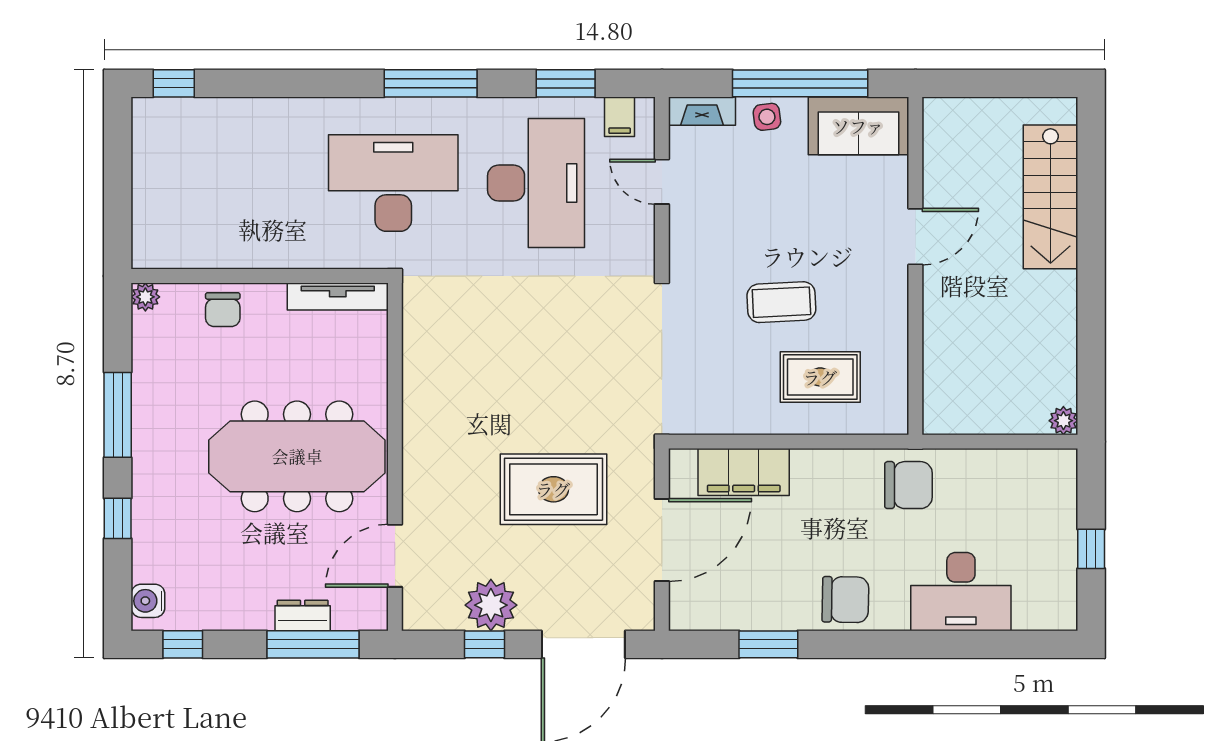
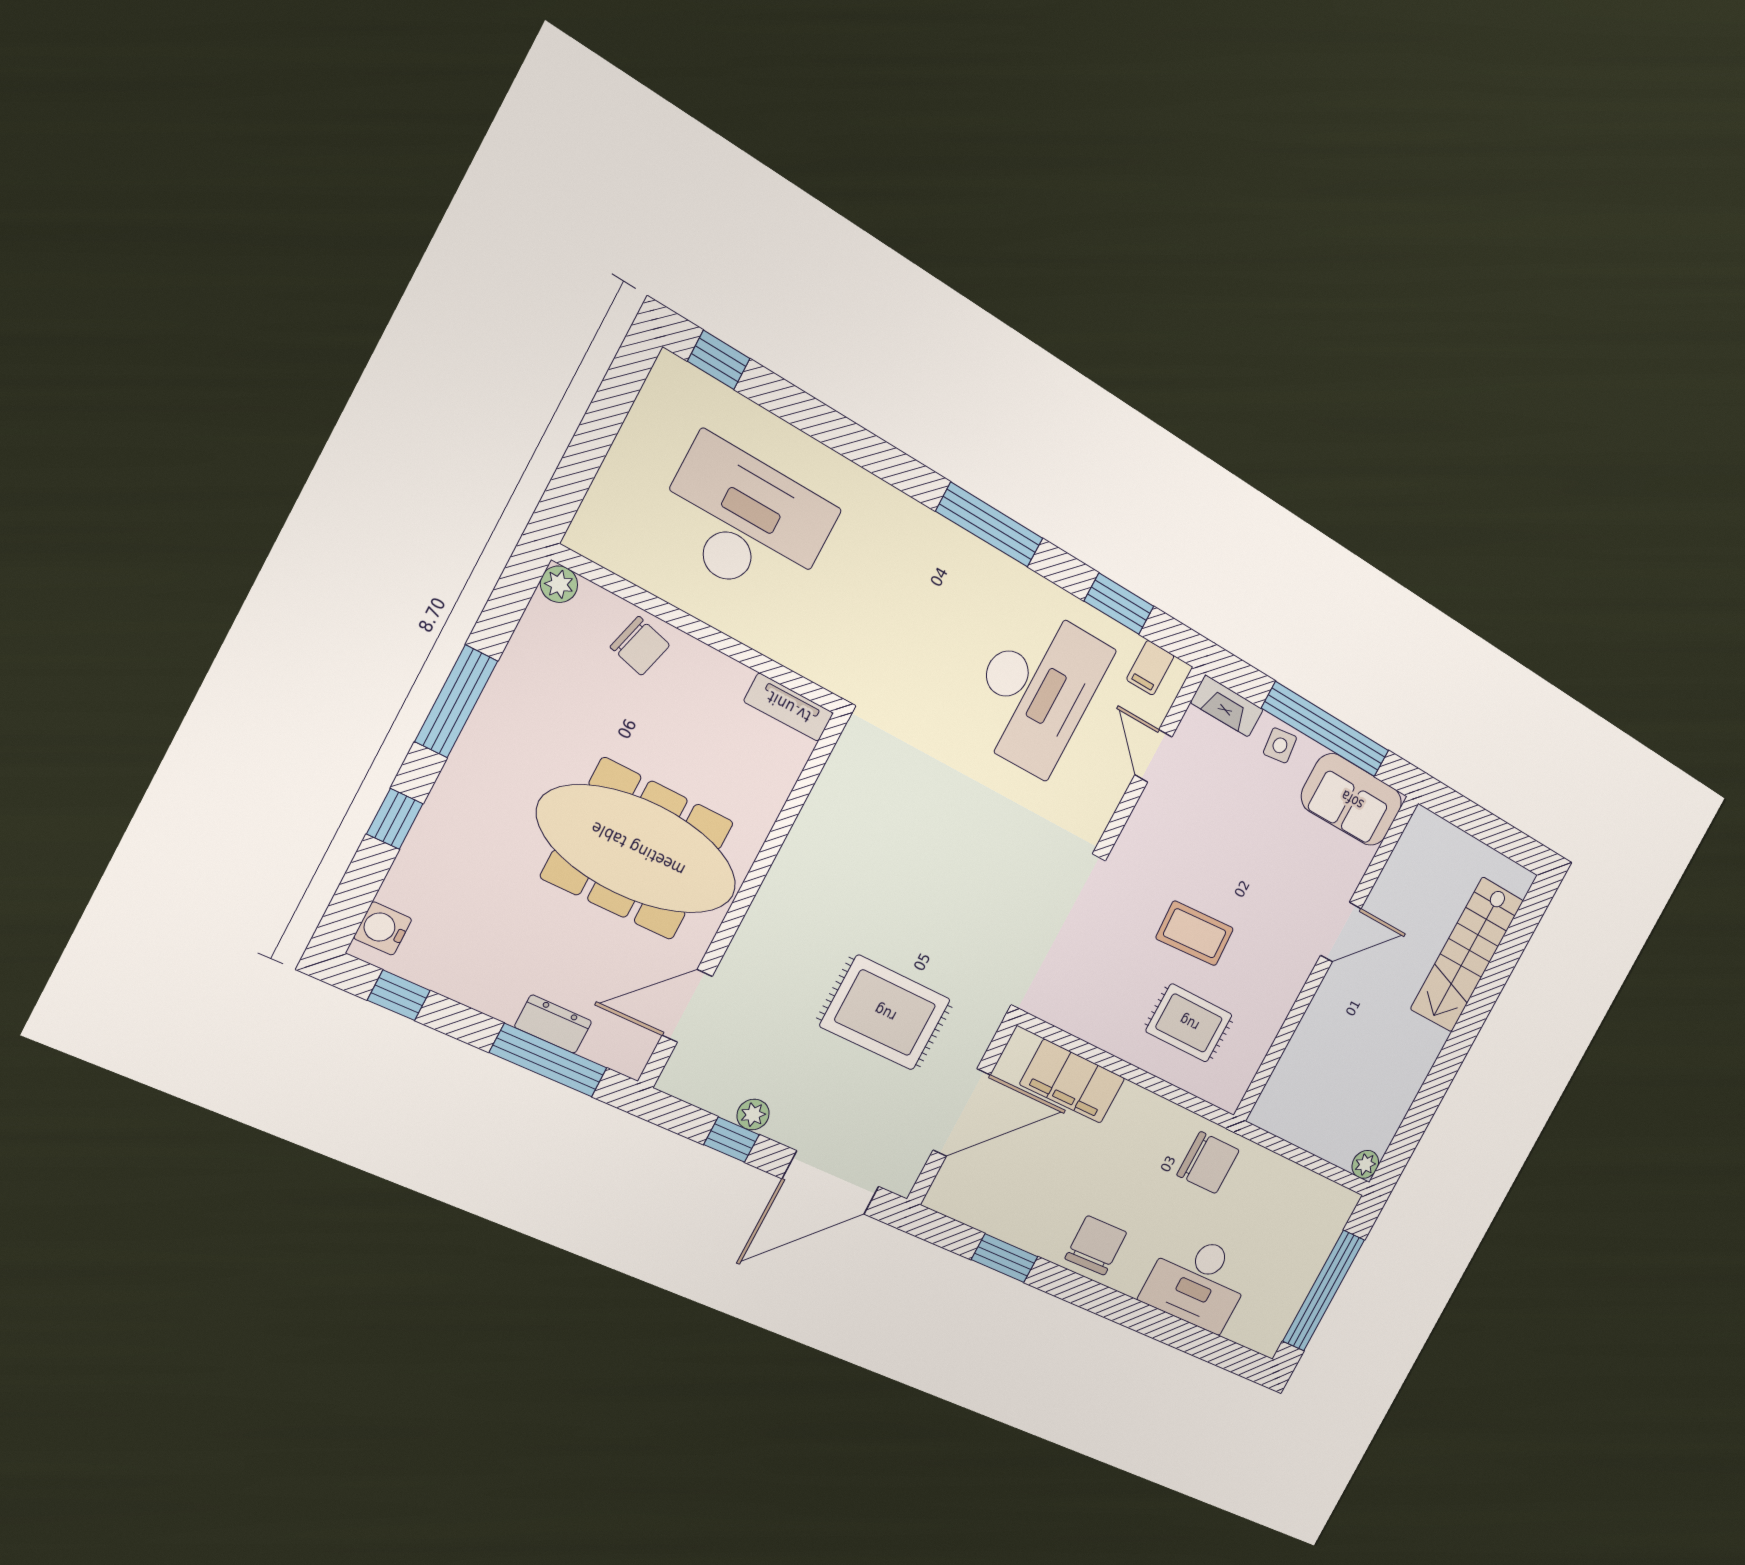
desk: (393, 183) -> (745, 522), moved
tv unit: (338, 296) -> (789, 707), width x0.71
chair: (223, 310) -> (640, 646), turned -75
window: (1091, 549) -> (1324, 1291), width x3.17
chair: (845, 600) -> (1096, 1245), turned -92
plant: (491, 605) -> (753, 1115), width x0.53, depth x0.53

